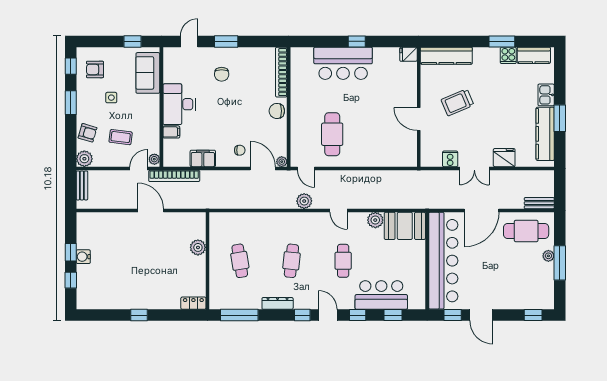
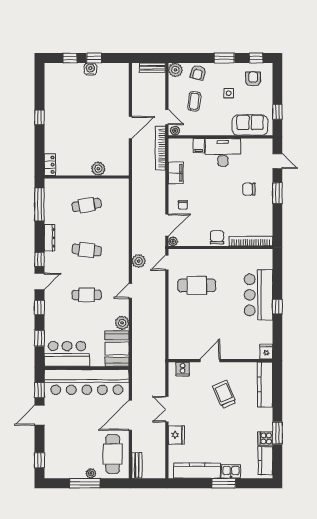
window: (560, 118) -> (224, 483), moved
cooker: (450, 159) -> (183, 369), moved, turned 90
door: (482, 210) -> (130, 415), hinge flipped
bar counter: (381, 295) -> (67, 354), moved, turned -90

